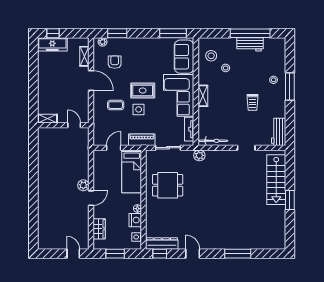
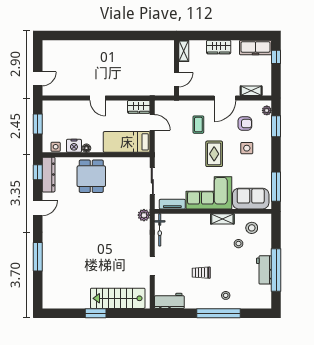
freezer: (52, 44) -> (256, 48), moved, turned -90
wardrobe: (44, 86) -> (219, 47), added
window: (290, 86) -> (218, 313), width x1.46
shelving: (203, 96) -> (222, 219), moved
side table: (139, 109) -> (247, 148), moved
piano: (142, 140) -> (161, 153), removed
plant: (83, 185) -> (112, 90), removed
dining table: (168, 185) -> (91, 176), moved
wardrobe: (99, 229) -> (139, 107), moved

